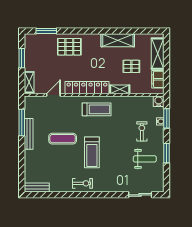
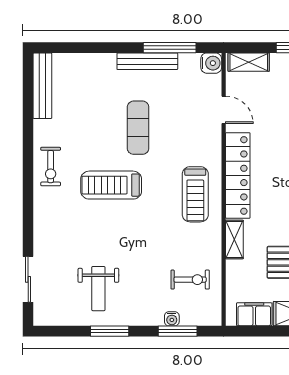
water cooler: (159, 101) -> (211, 63), moved
exercise bike: (142, 131) -> (190, 280), moved
bench: (37, 187) -> (42, 86), width x1.36

